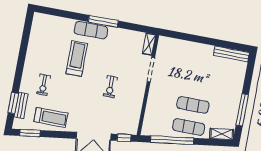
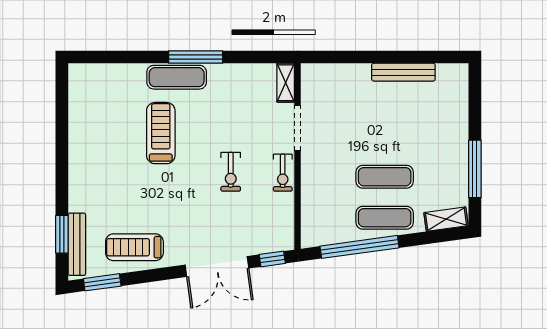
bench: (232, 54) -> (403, 72), moved
exercise bike: (43, 85) -> (283, 173), moved
bench: (21, 105) -> (77, 244), width x1.36
treadmill: (51, 117) -> (134, 247), turned 180

